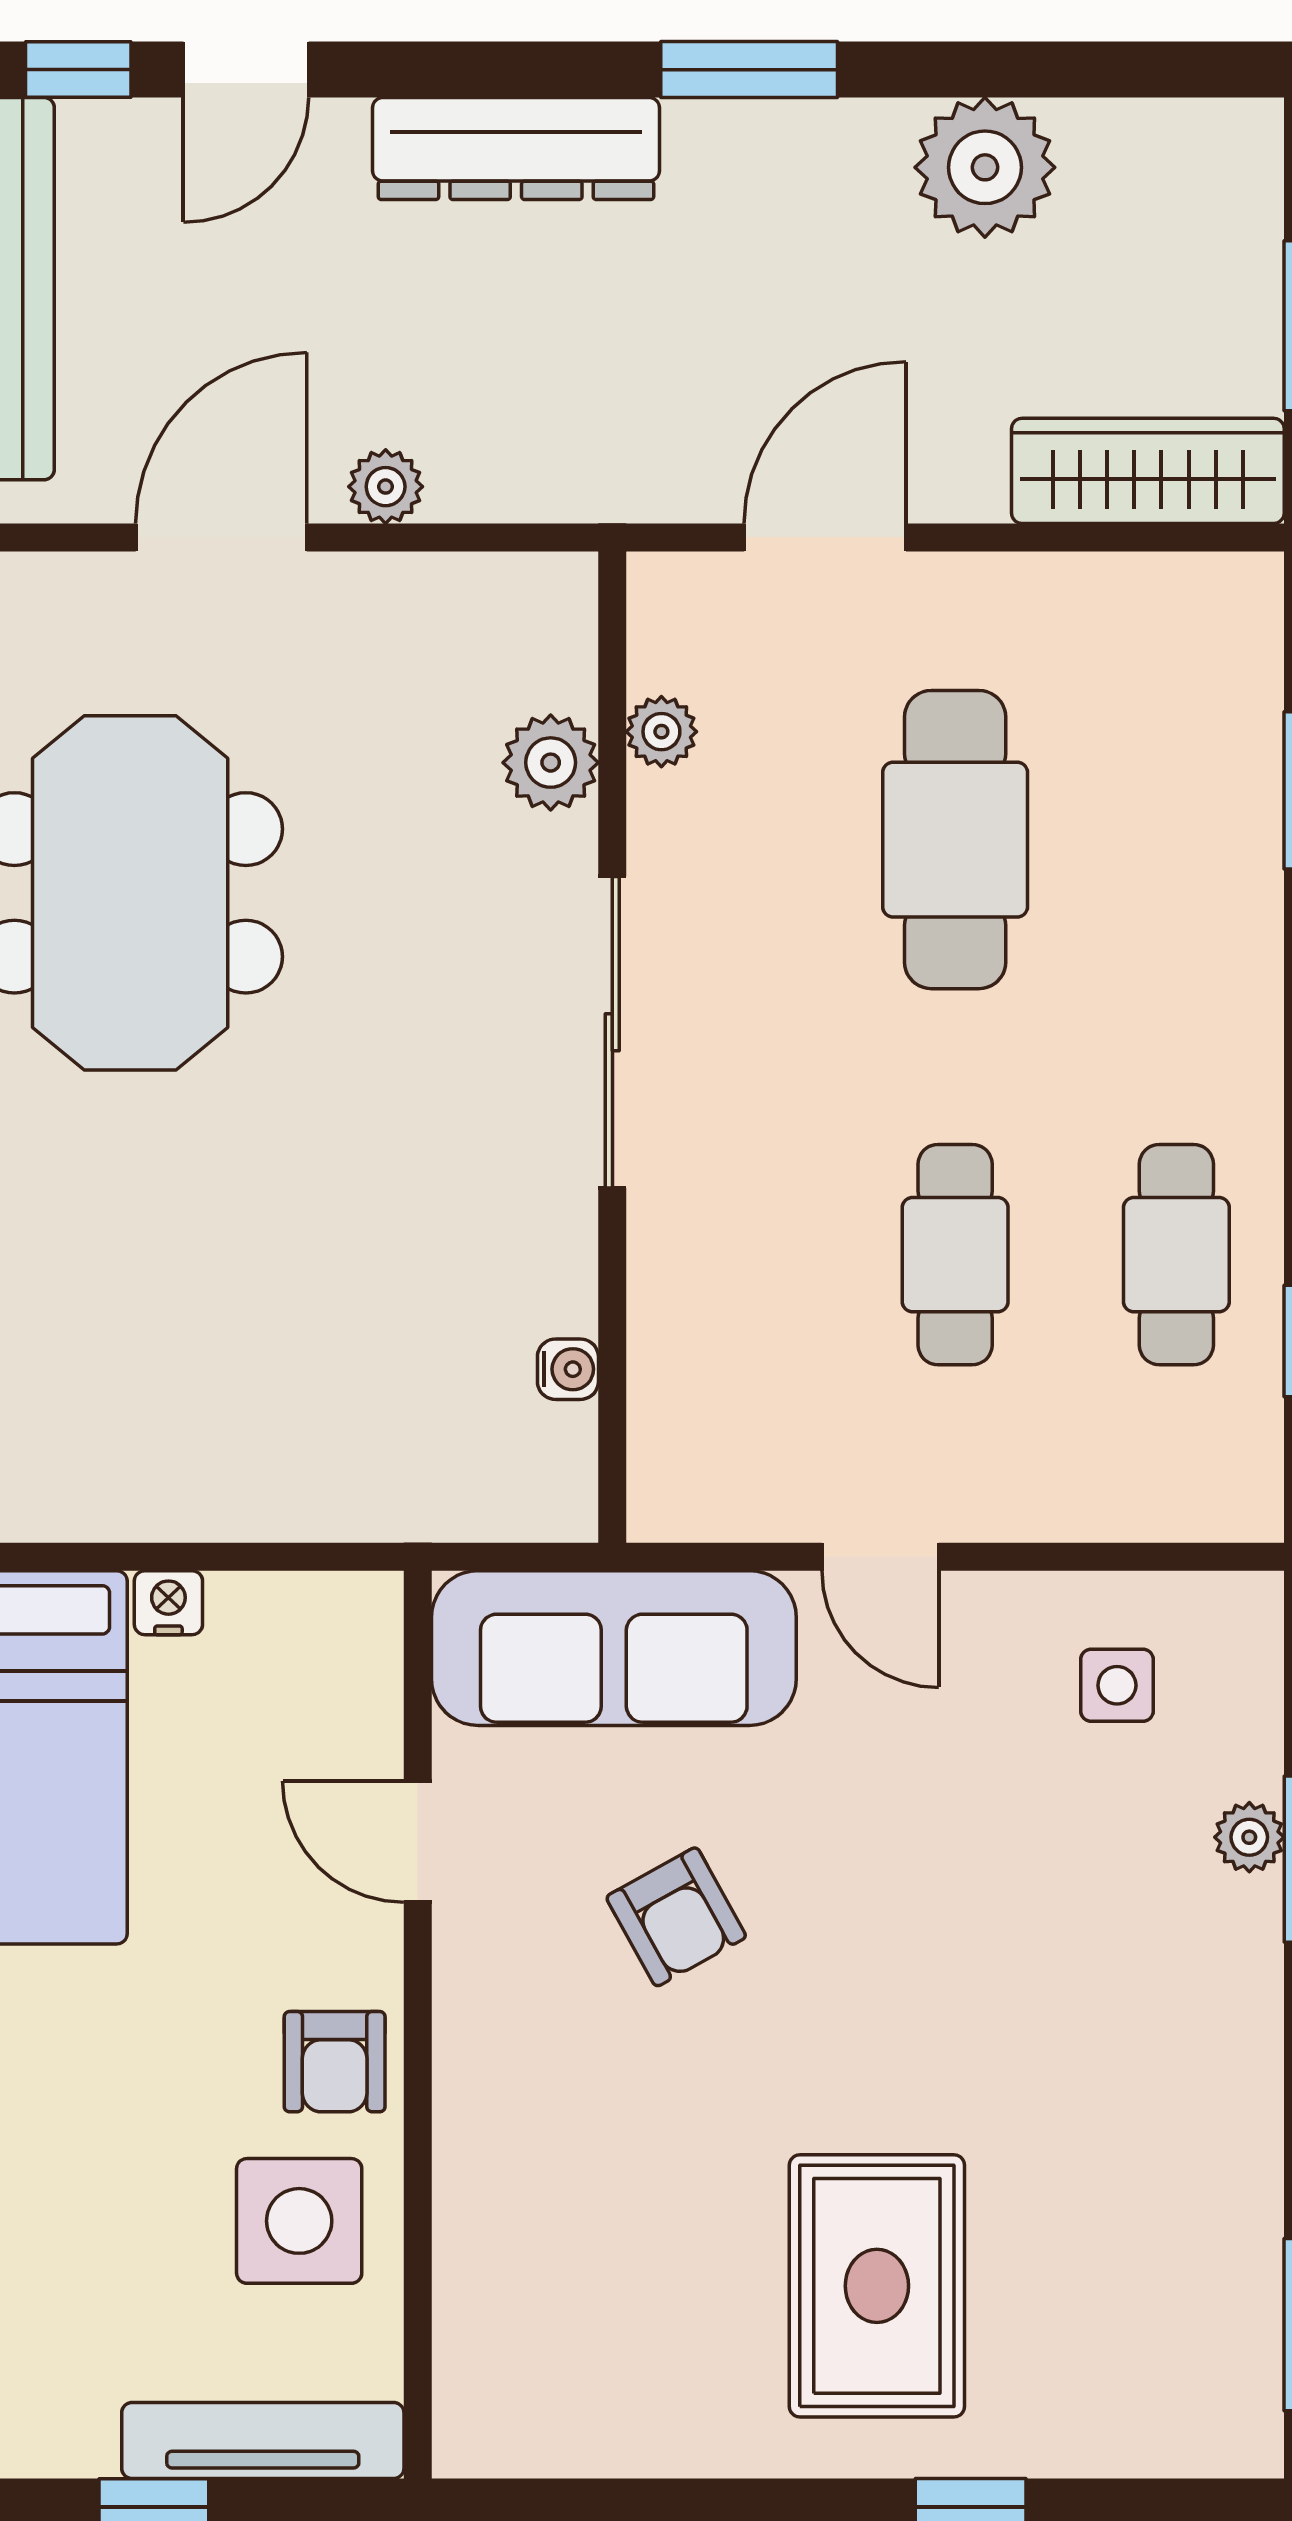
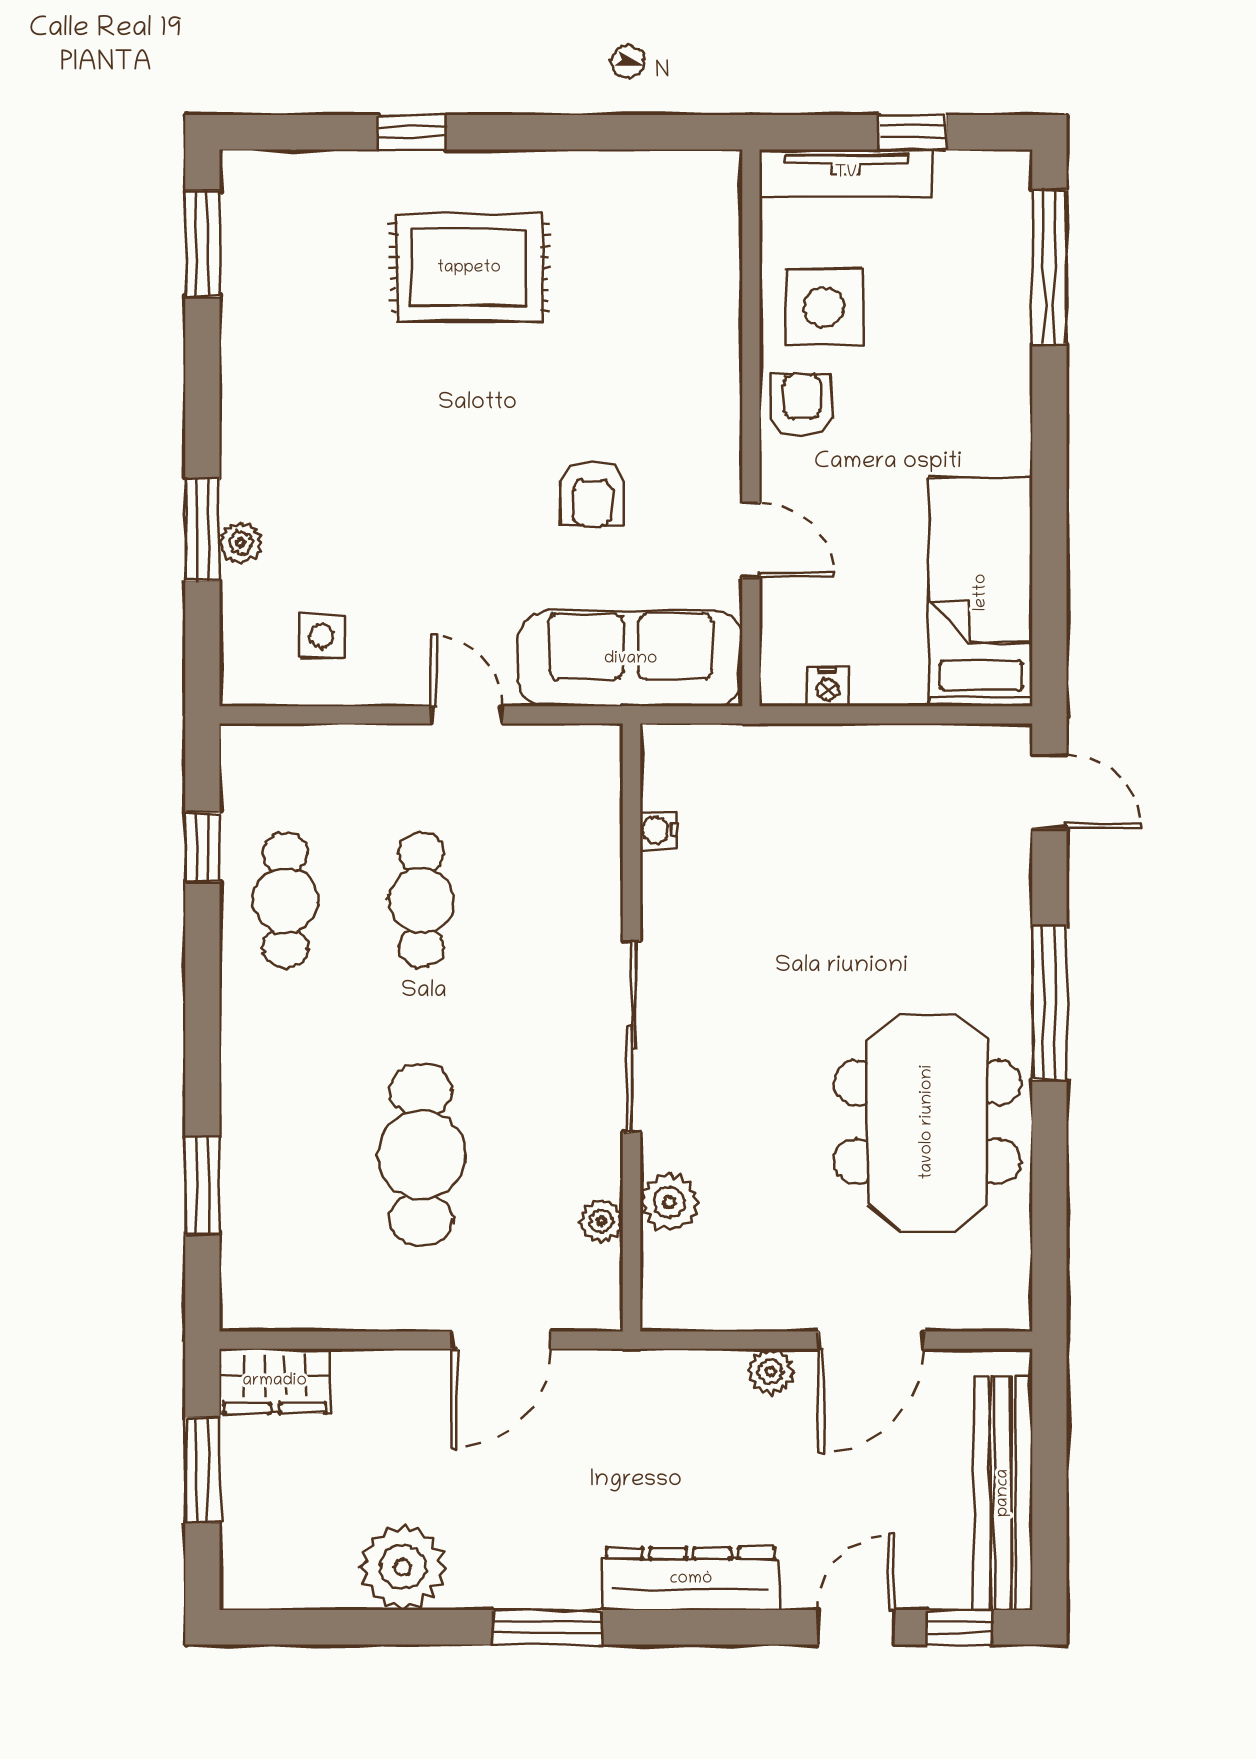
wardrobe: (1148, 471) -> (275, 1381), width x0.67
nightstand: (168, 1603) -> (828, 687), moved
armchair: (676, 1917) -> (592, 494), turned -151
rug: (877, 2286) -> (469, 268), turned 90

